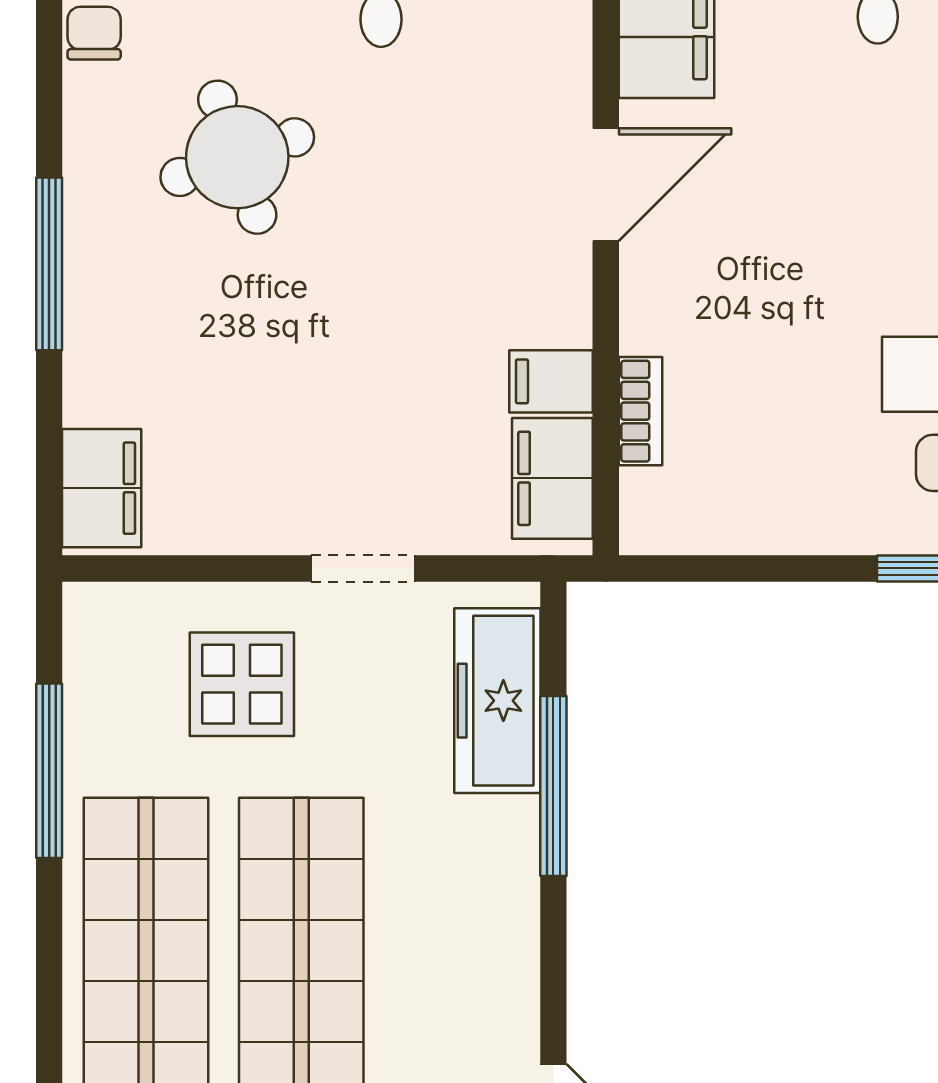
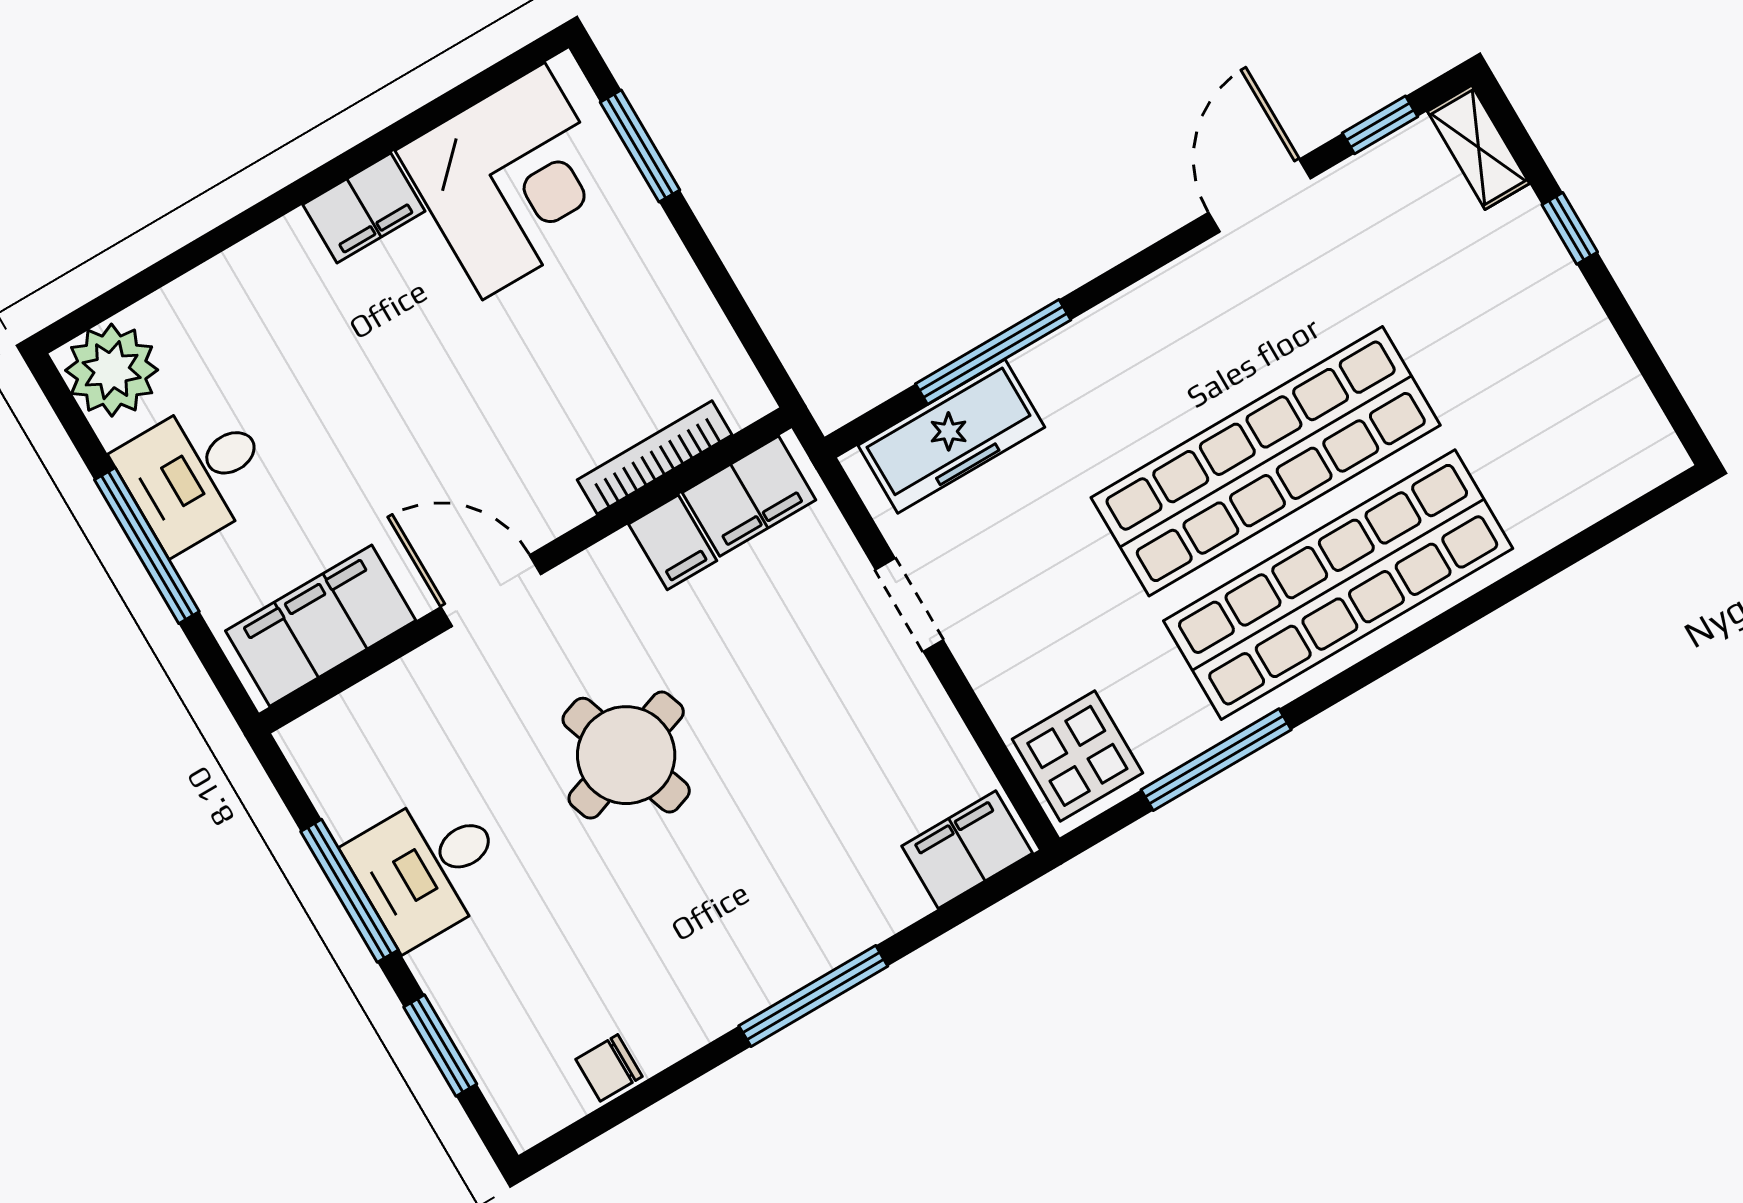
round table: (237, 157) -> (626, 755), moved
bookcase: (641, 411) -> (655, 457), width x1.56
display table: (242, 684) -> (1077, 756), moved

